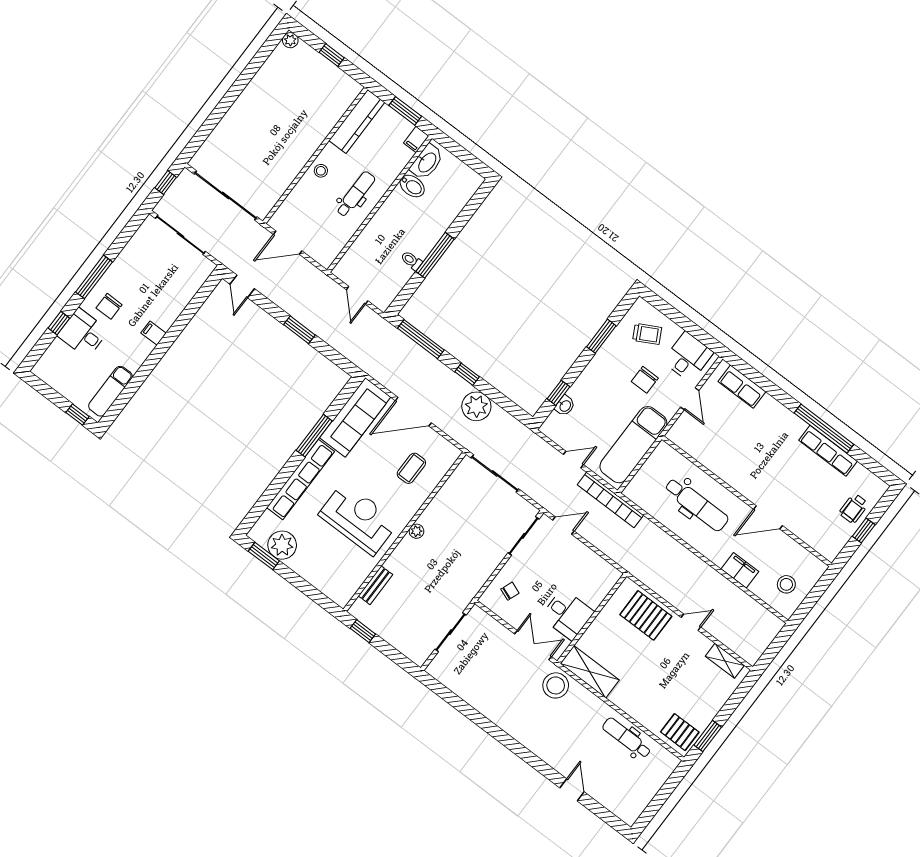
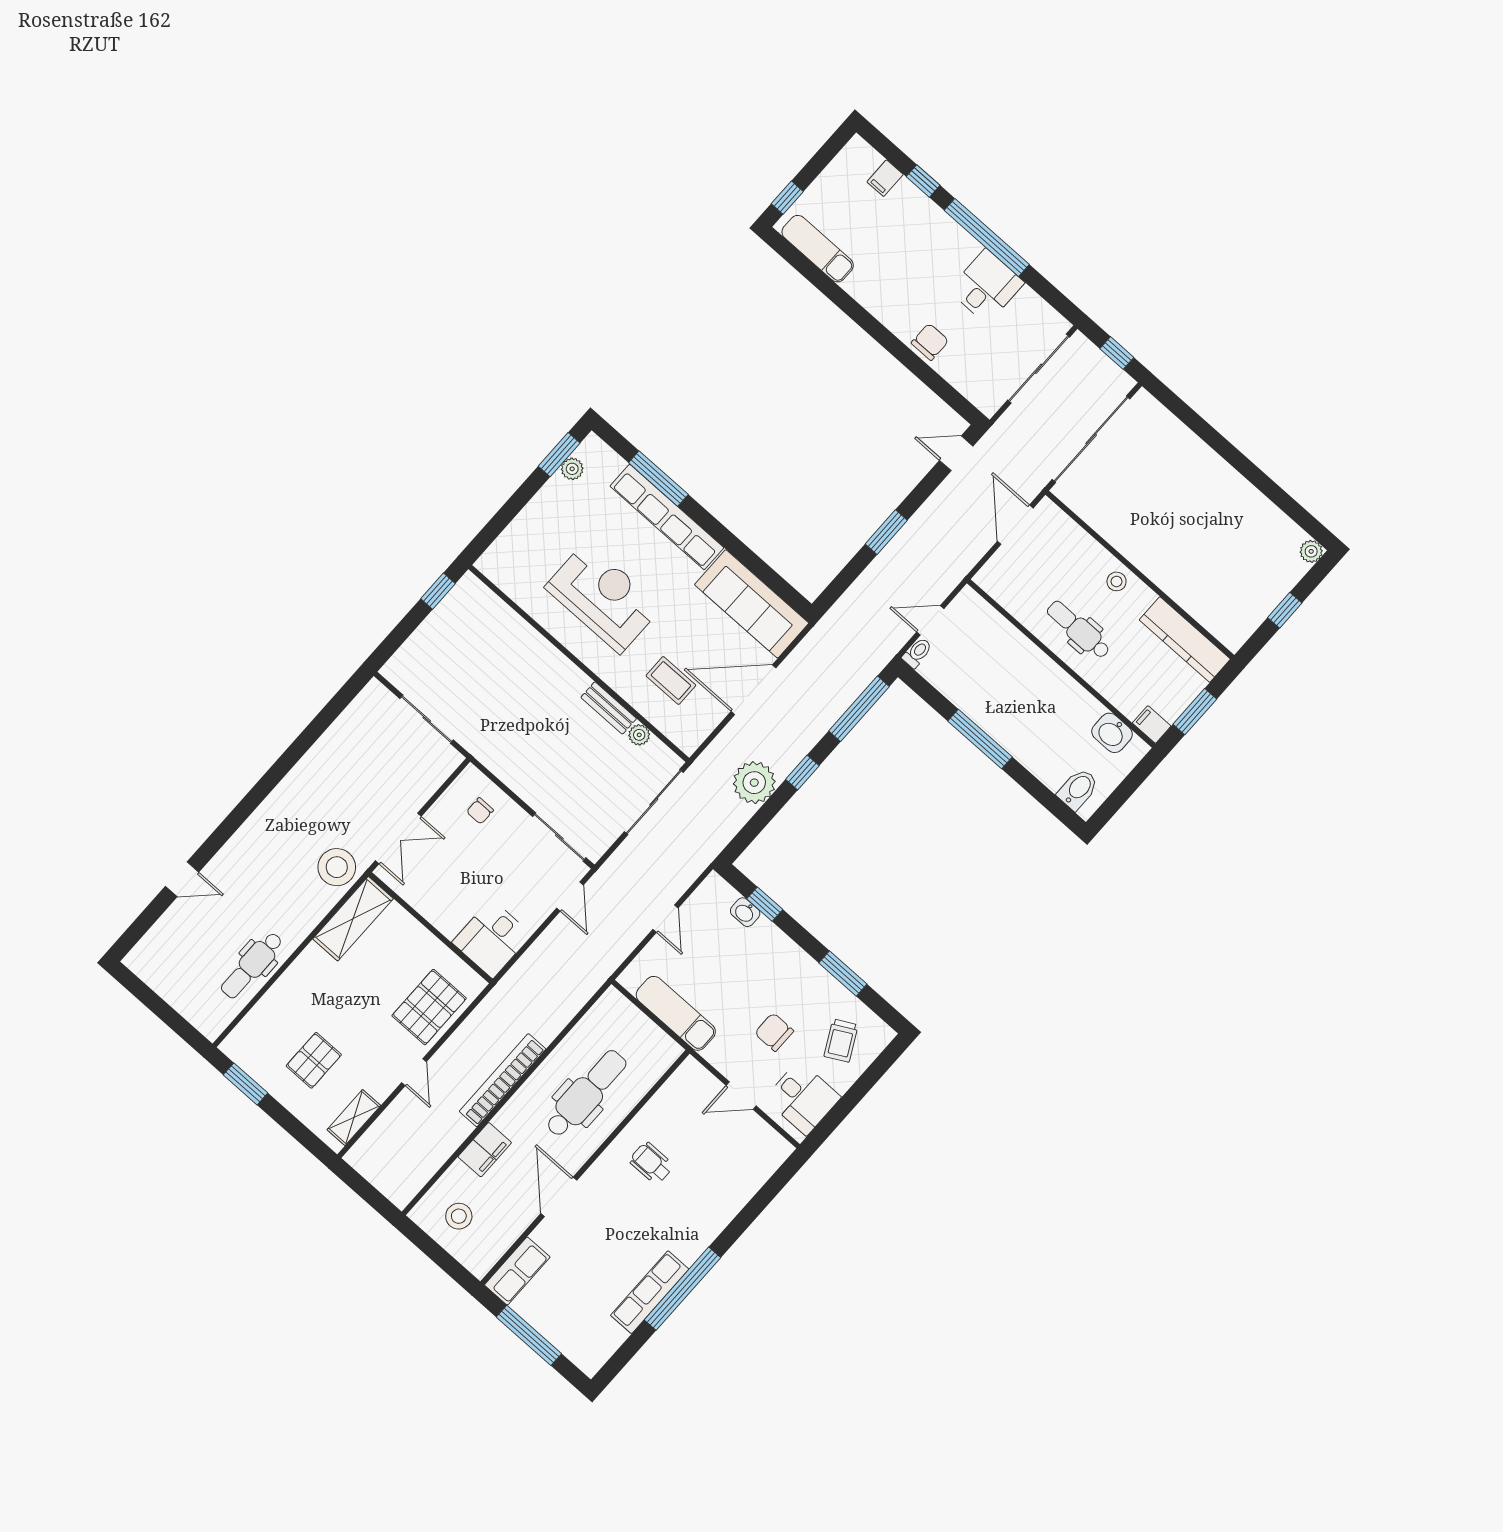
washbasin: (427, 162) -> (1112, 733), width x0.72
bidet: (412, 186) -> (1078, 789), moved, turned 180
dental chair: (356, 194) -> (1078, 630), turned 180
toilet: (411, 261) -> (917, 653), moved
window: (94, 277) -> (987, 237), width x1.46
chair: (109, 306) -> (930, 342), moved, turned 90
desk: (83, 333) -> (986, 286), moved
filing cabinet: (154, 333) -> (885, 178), moved, turned 180
row of seats: (742, 387) -> (517, 1271), moved, turned 180
door: (413, 412) -> (754, 690), hinge flipped
window: (314, 436) -> (658, 479), moved
exam couch: (633, 445) -> (676, 1013), width x0.73, depth x0.69
bookcase: (610, 500) -> (503, 1080), moved
dental chair: (696, 504) -> (586, 1094), turned 180
wheelchair: (854, 508) -> (651, 1163), moved
reception desk: (358, 519) -> (603, 597), turned -90
plant: (416, 531) -> (639, 735), moved
window: (864, 531) -> (529, 1335), width x2.17
plant: (282, 545) -> (572, 469), width x0.53, depth x0.53
bench: (376, 585) -> (609, 708), moved
chair: (510, 591) -> (480, 811), turned 69
desk: (567, 614) -> (492, 939), moved
pallet: (680, 732) -> (314, 1060), moved
dental chair: (627, 738) -> (252, 965), turned 180

